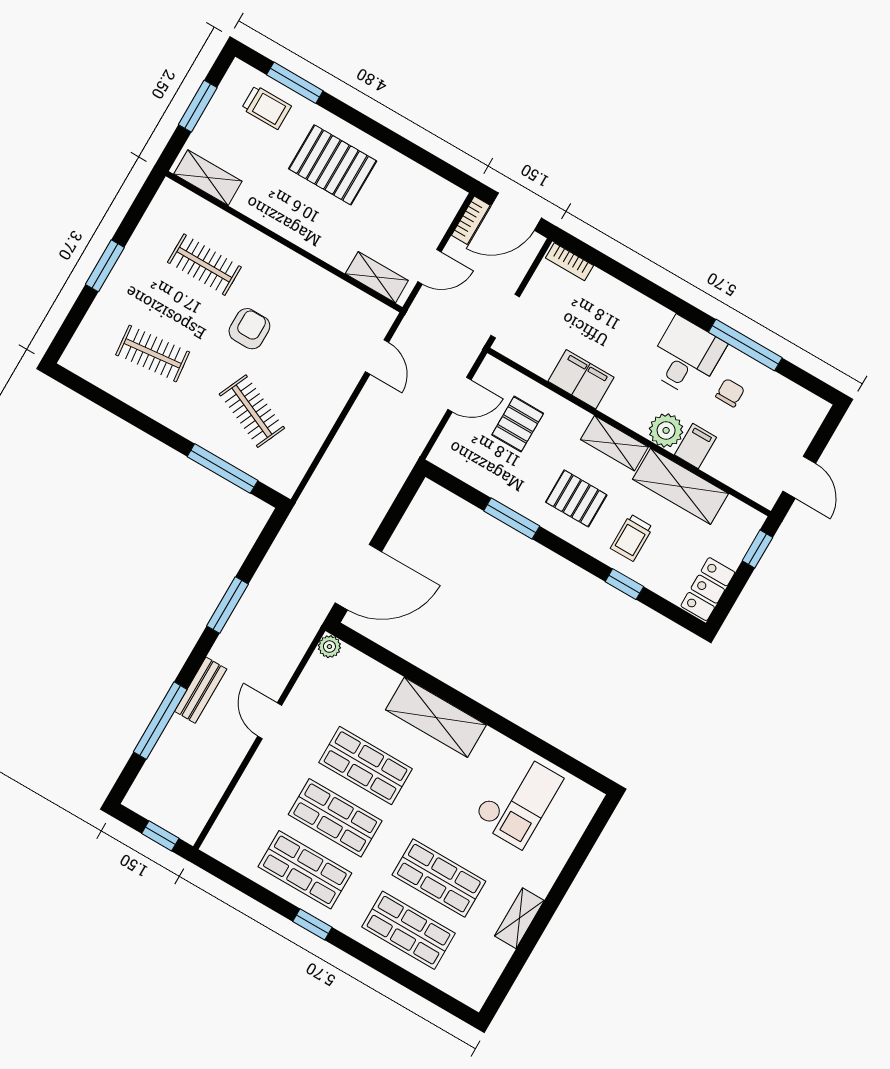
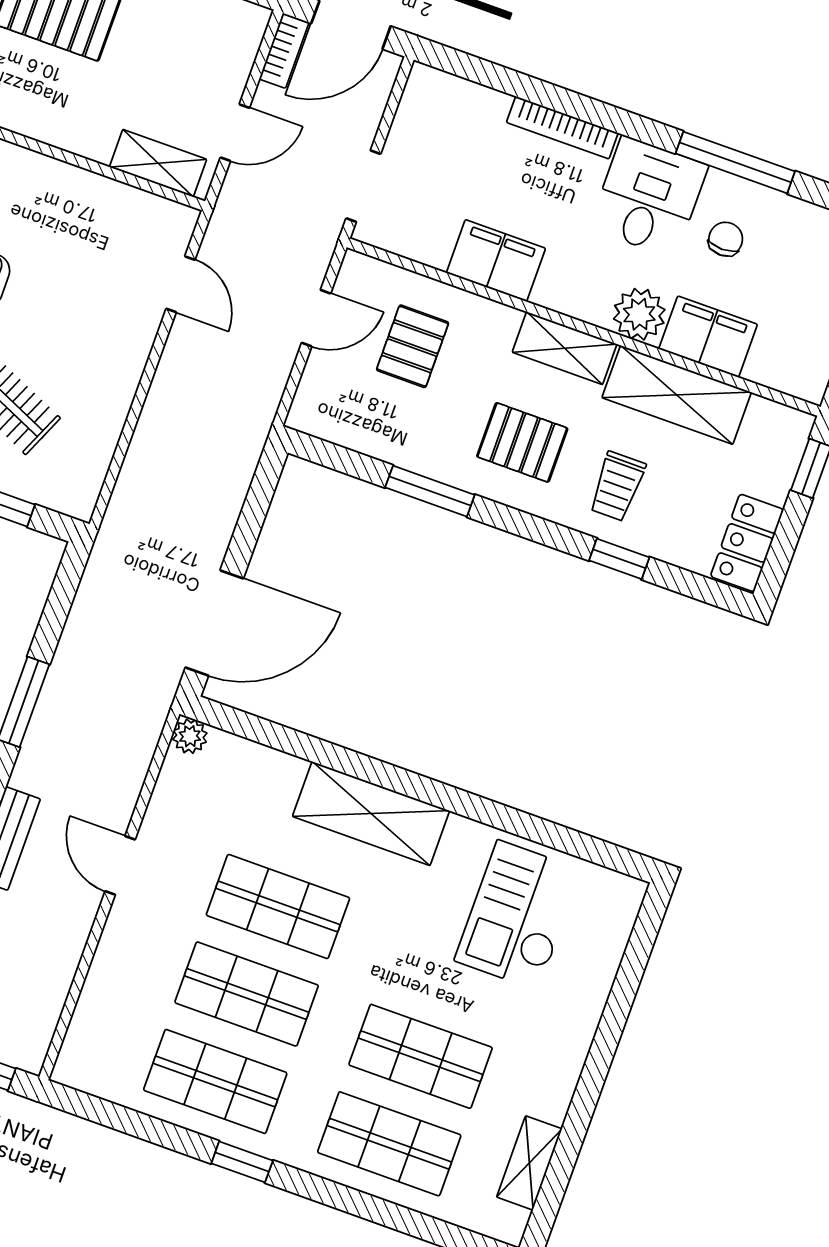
bookcase: (569, 262) -> (562, 128), moved, width x1.56
filing cabinet: (695, 446) -> (708, 337), width x2.00
checkout: (518, 800) -> (518, 915), turned 180
shelving: (519, 918) -> (529, 1163), moved

